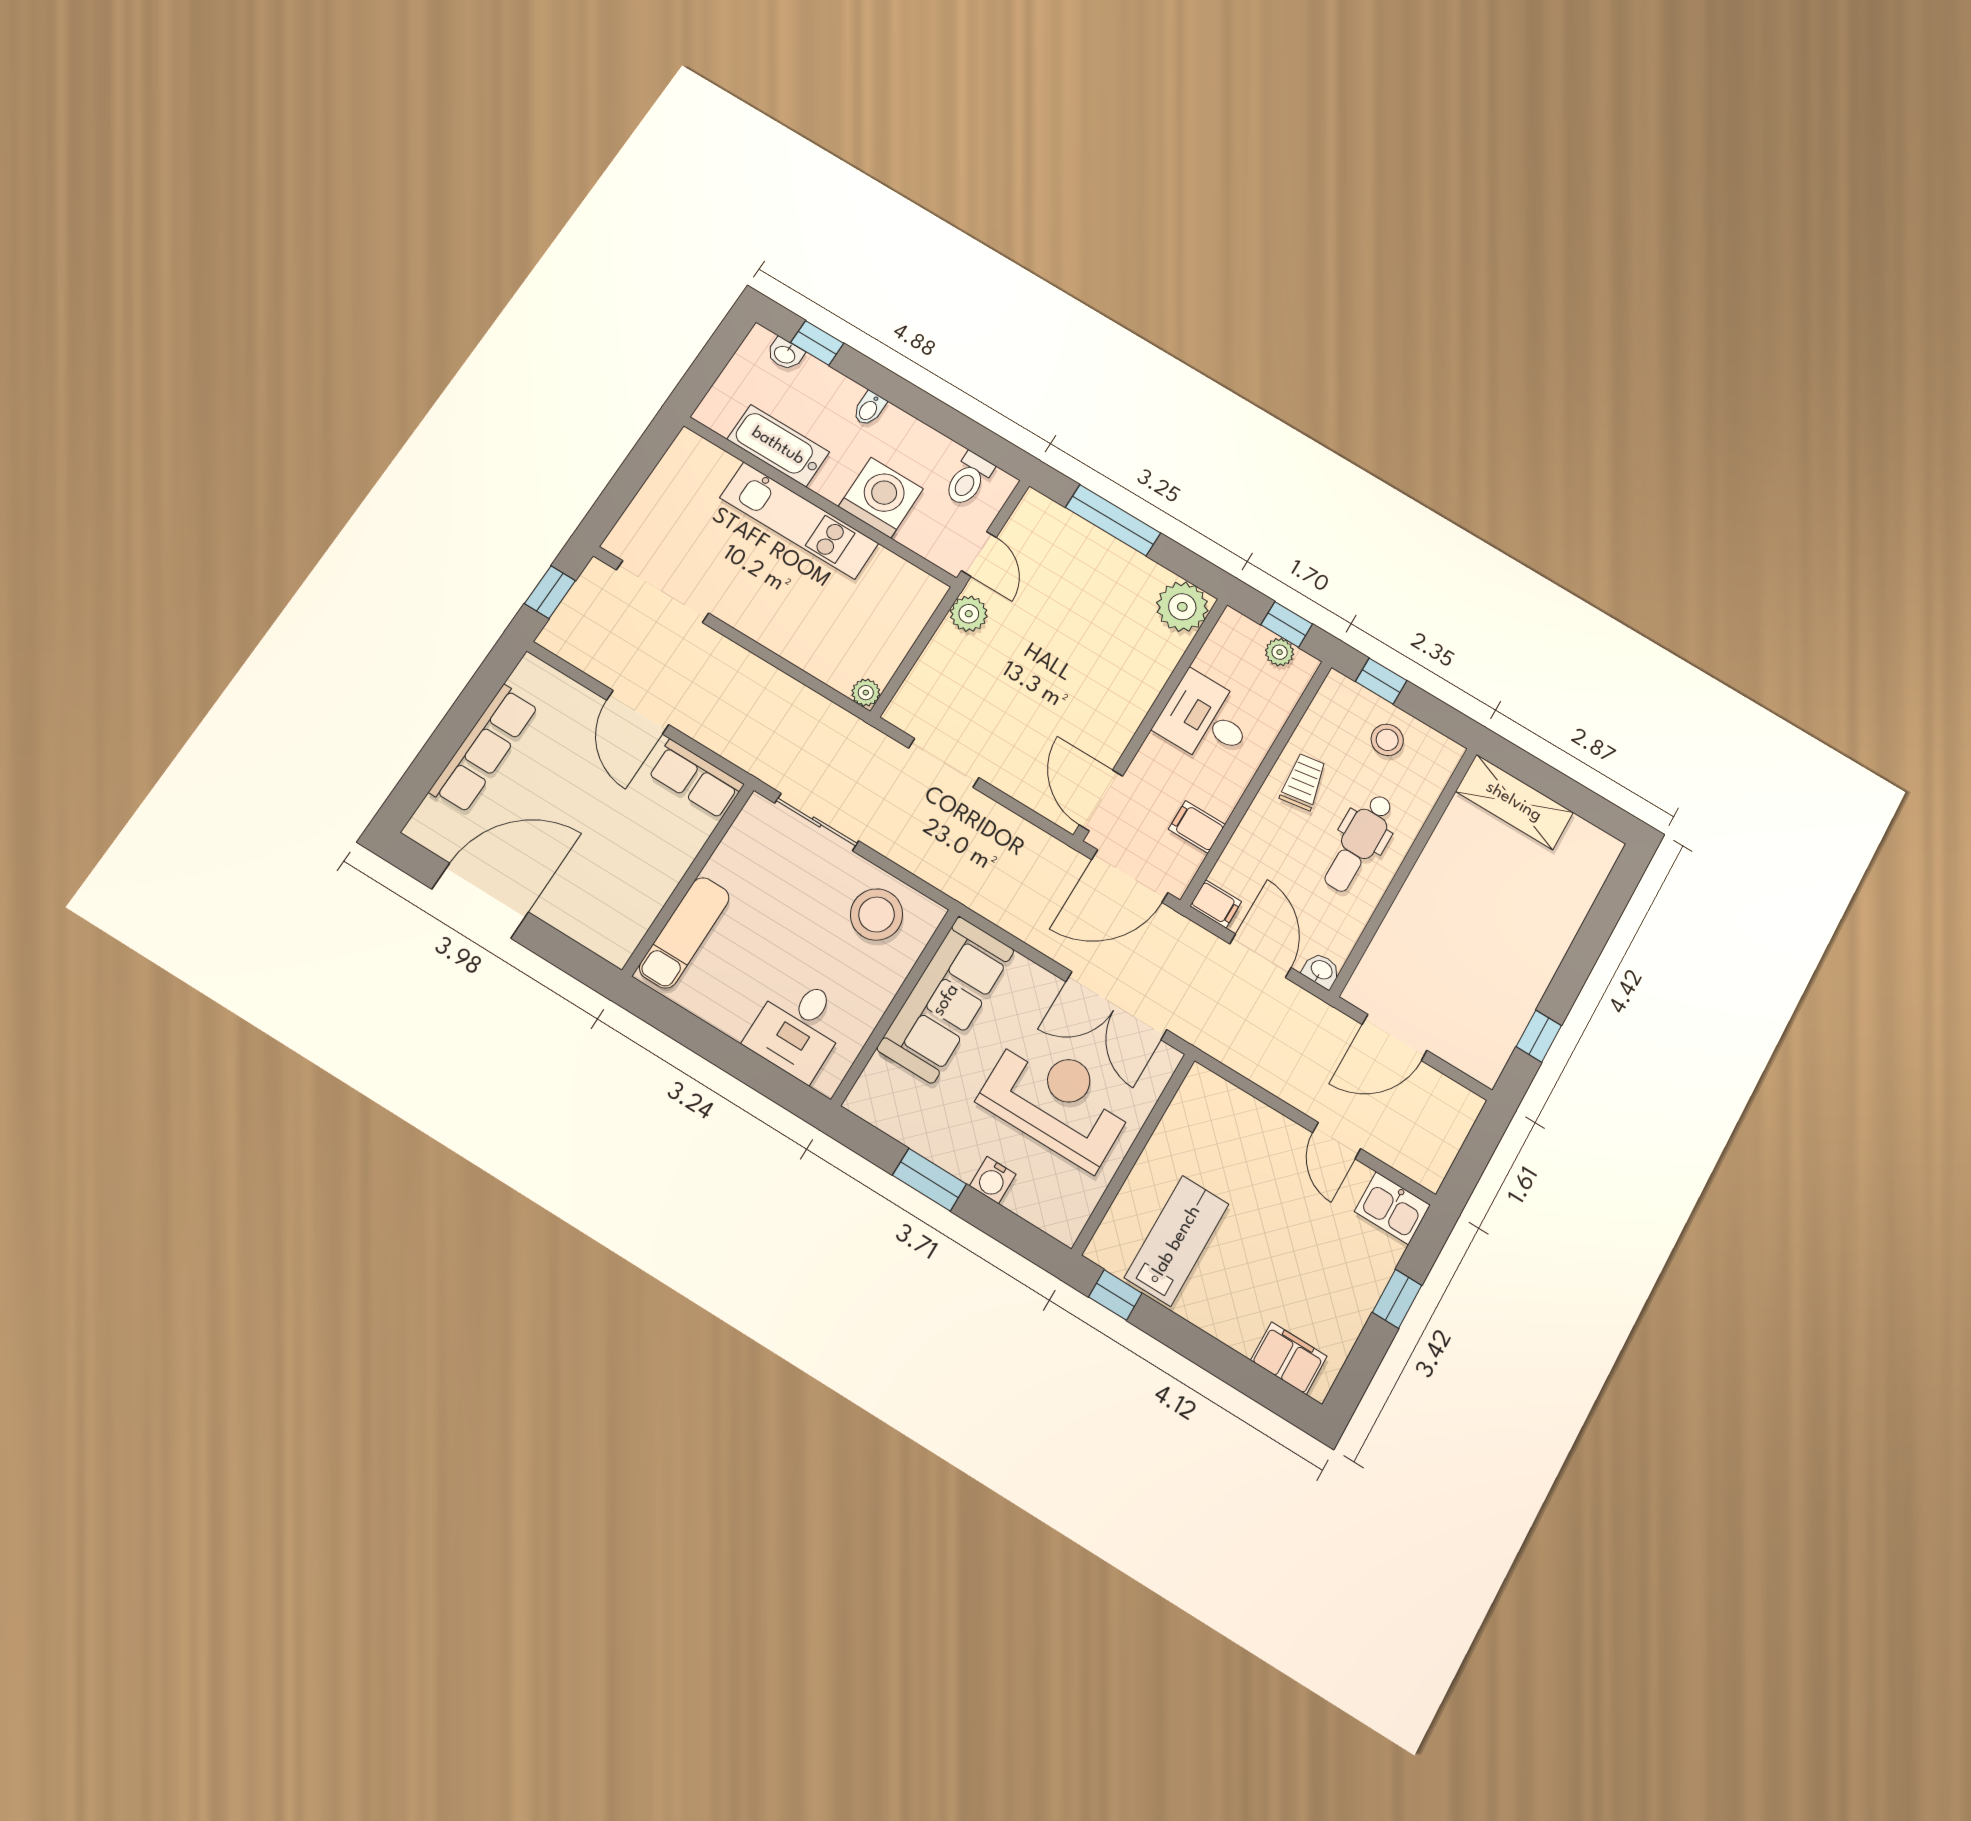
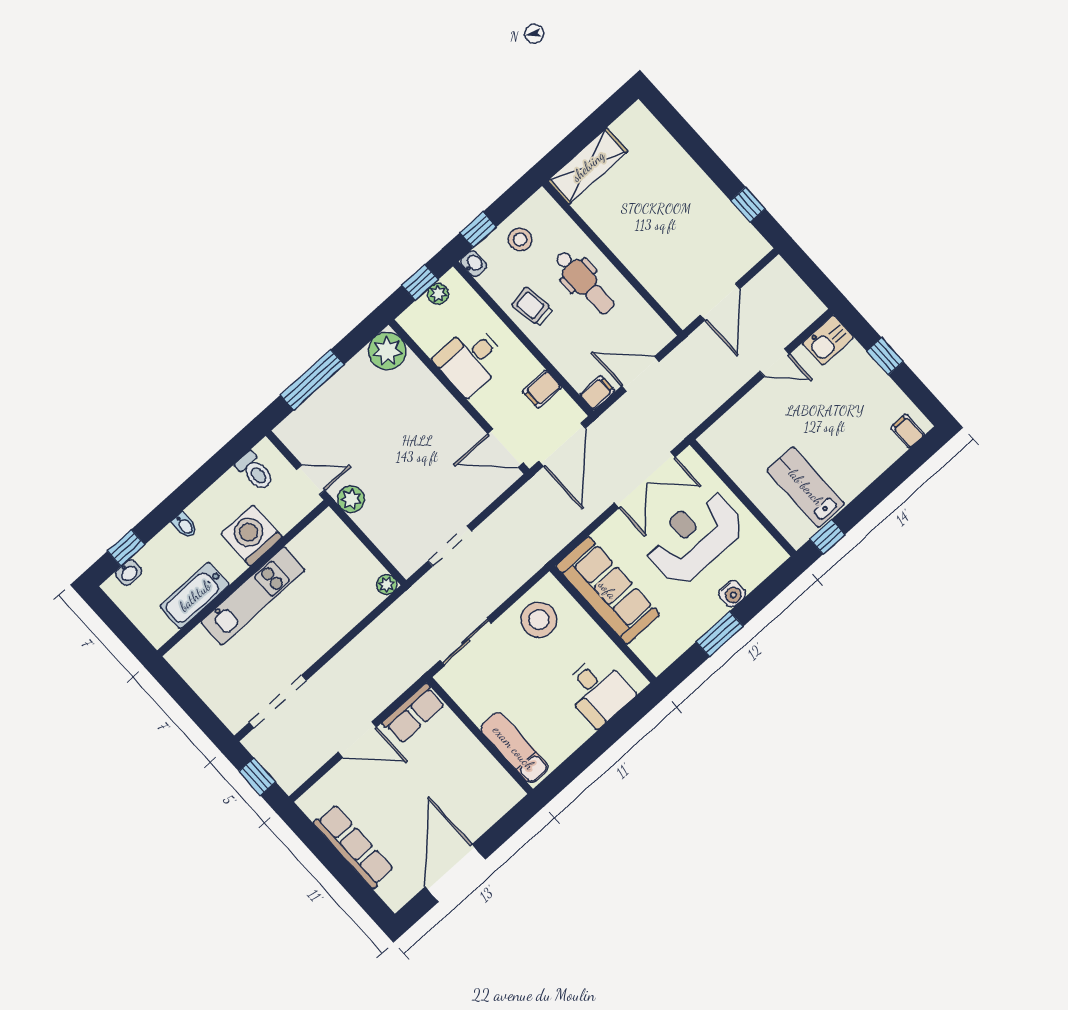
washbasin: (1321, 970) -> (474, 264), moved, turned 90
filing cabinet: (1289, 1358) -> (908, 431), width x0.50

